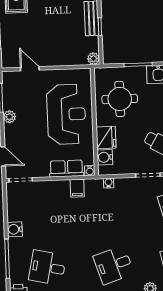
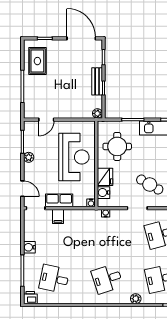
door: (30, 69) -> (46, 120), swing flipped
row of seats: (66, 169) -> (59, 200), moved
filing cabinet: (77, 188) -> (58, 216), moved

